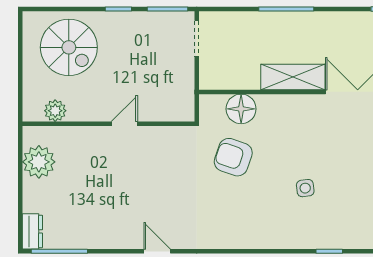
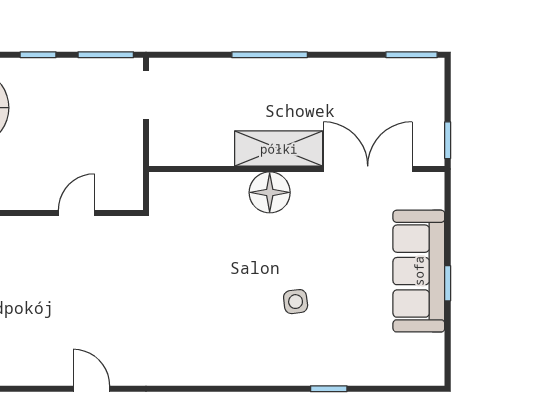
floor lamp: (241, 109) -> (270, 192), moved
door: (124, 124) -> (77, 213), moved
armchair: (233, 157) -> (196, 259), removed

